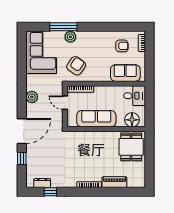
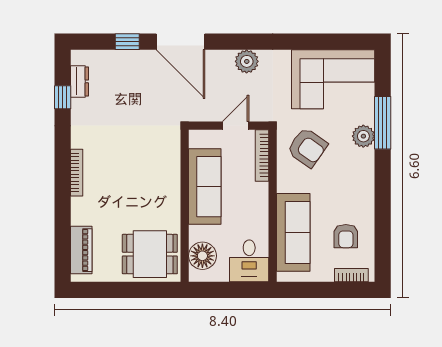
sofa: (125, 73) -> (293, 232), width x1.36
piano: (114, 182) -> (81, 250), moved

